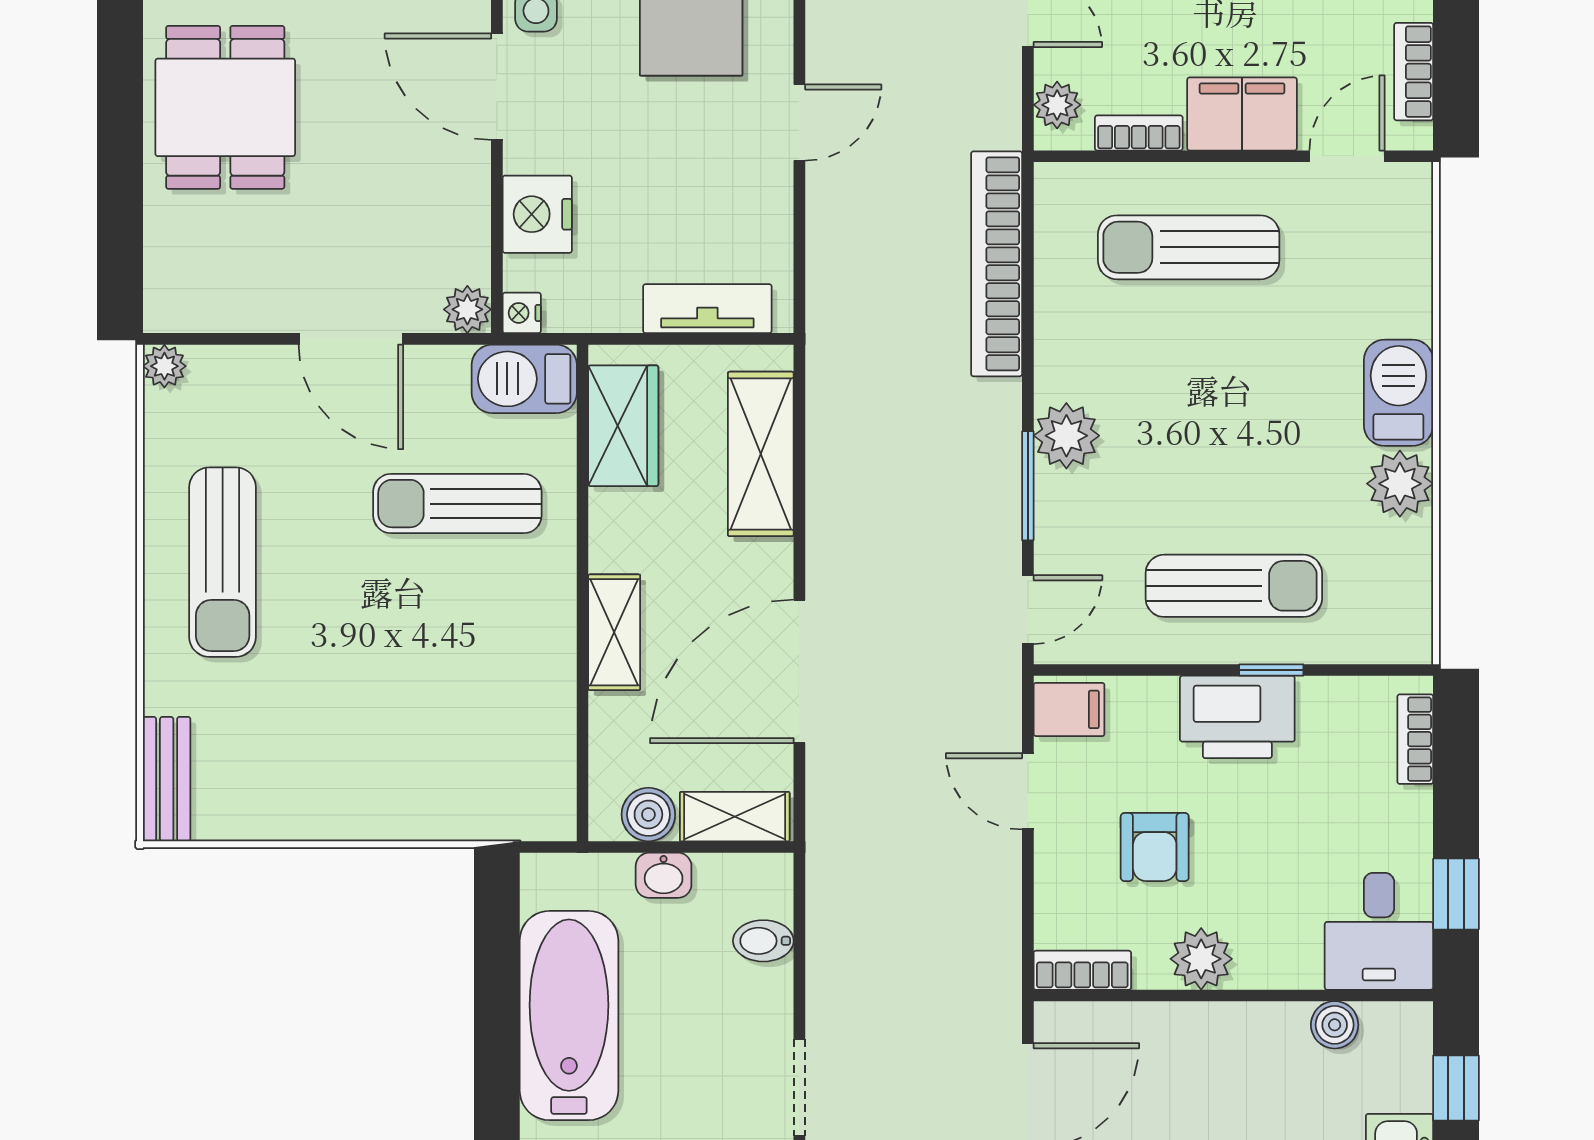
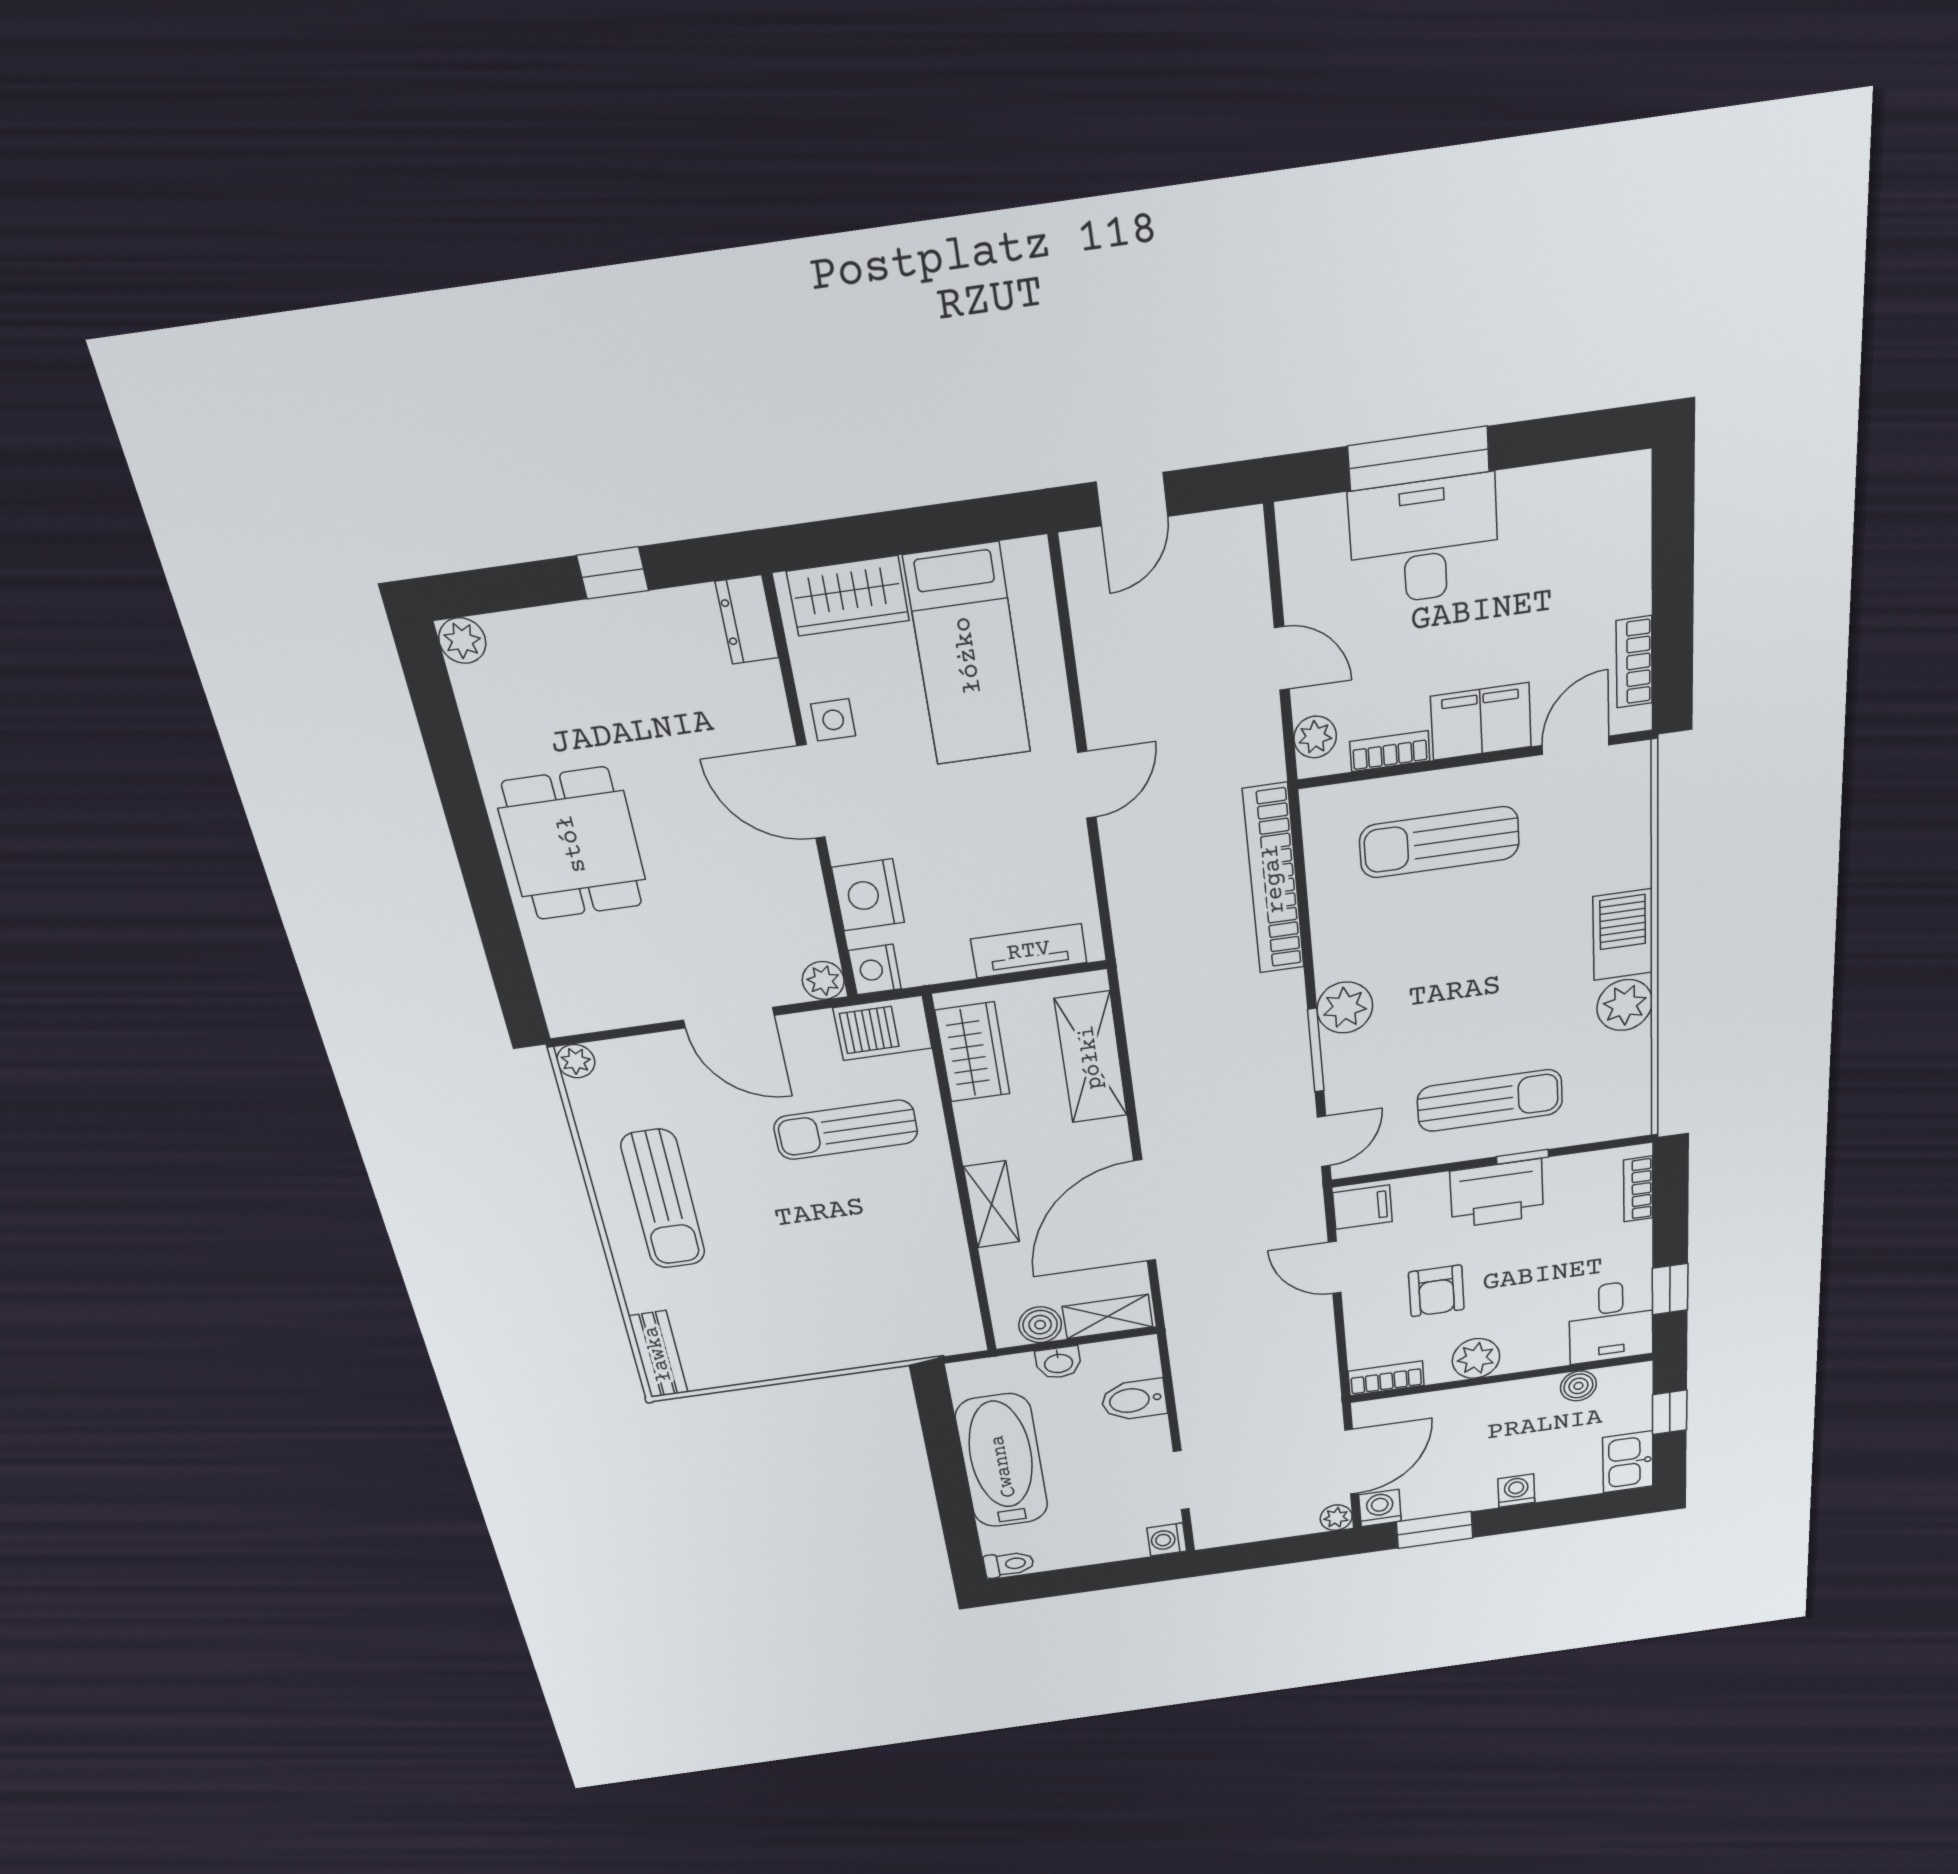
nightstand: (522, 313) -> (875, 970), width x1.39, depth x1.35
bidet: (763, 941) -> (1134, 1400), width x1.38, depth x1.36

